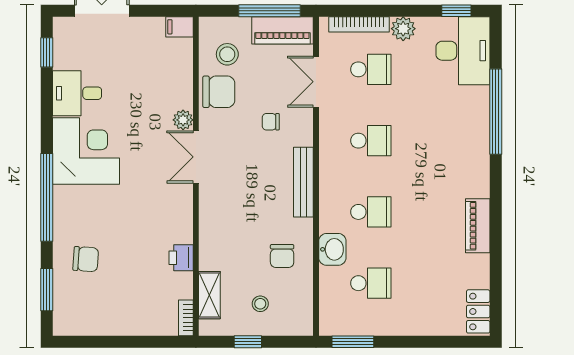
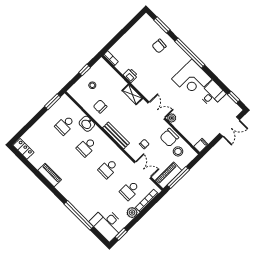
shelving: (209, 295) -> (132, 94), moved

